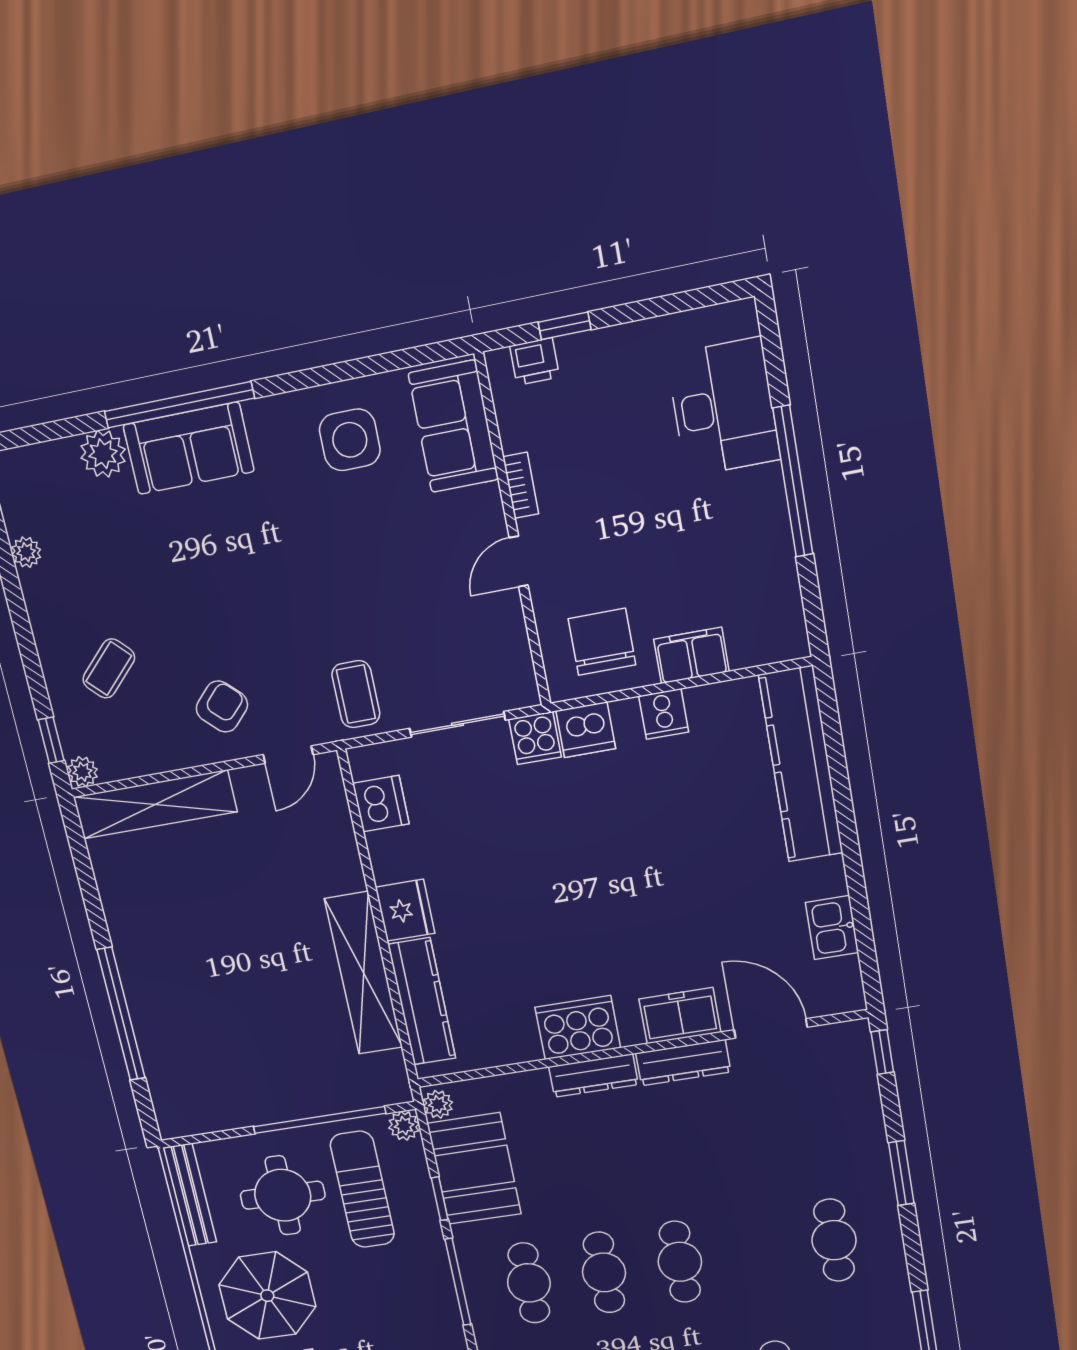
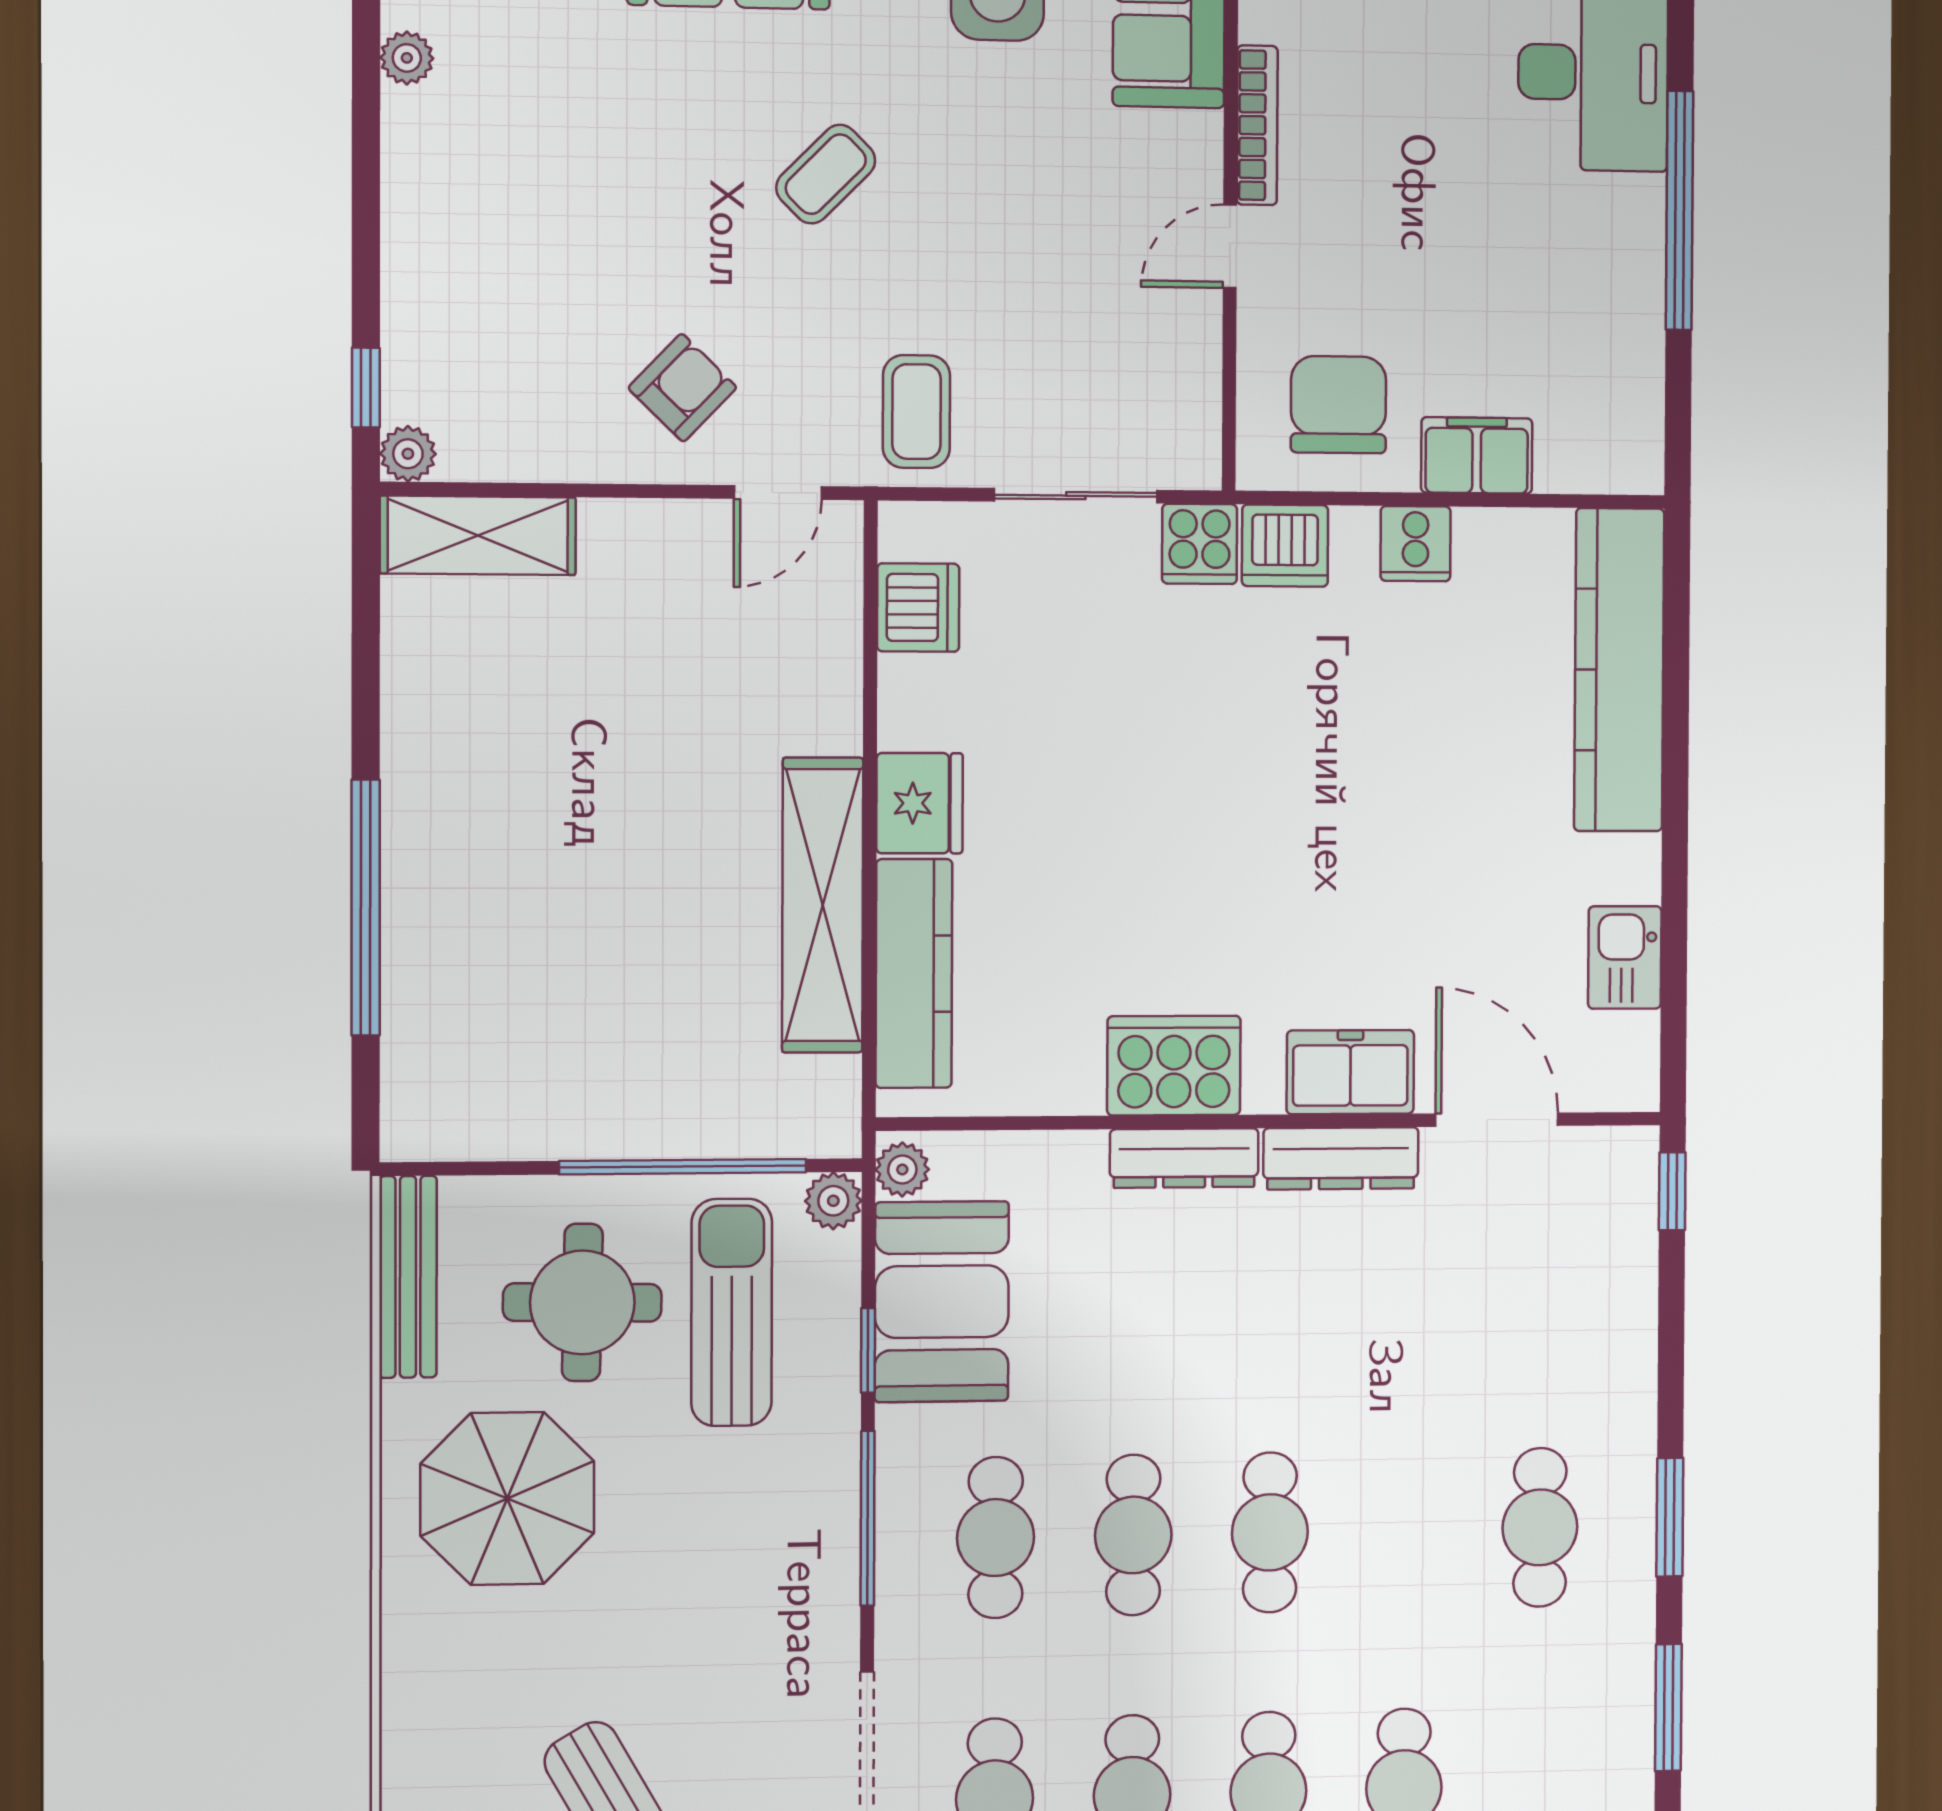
bookcase: (521, 485) -> (1257, 125), width x1.56
coffee table: (109, 668) -> (826, 174), moved
shelving: (155, 804) -> (478, 535), width x0.68
window: (901, 1173) -> (1670, 1517), moved

